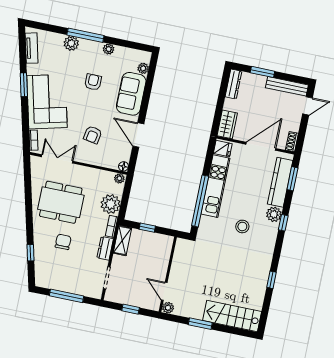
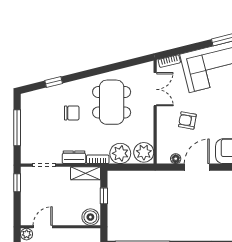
floor lamp: (124, 166) -> (176, 159), moved
plant: (119, 178) -> (144, 152), width x1.88, depth x1.88
boiler: (164, 244) -> (90, 217), added
window: (131, 309) -> (17, 183), moved

